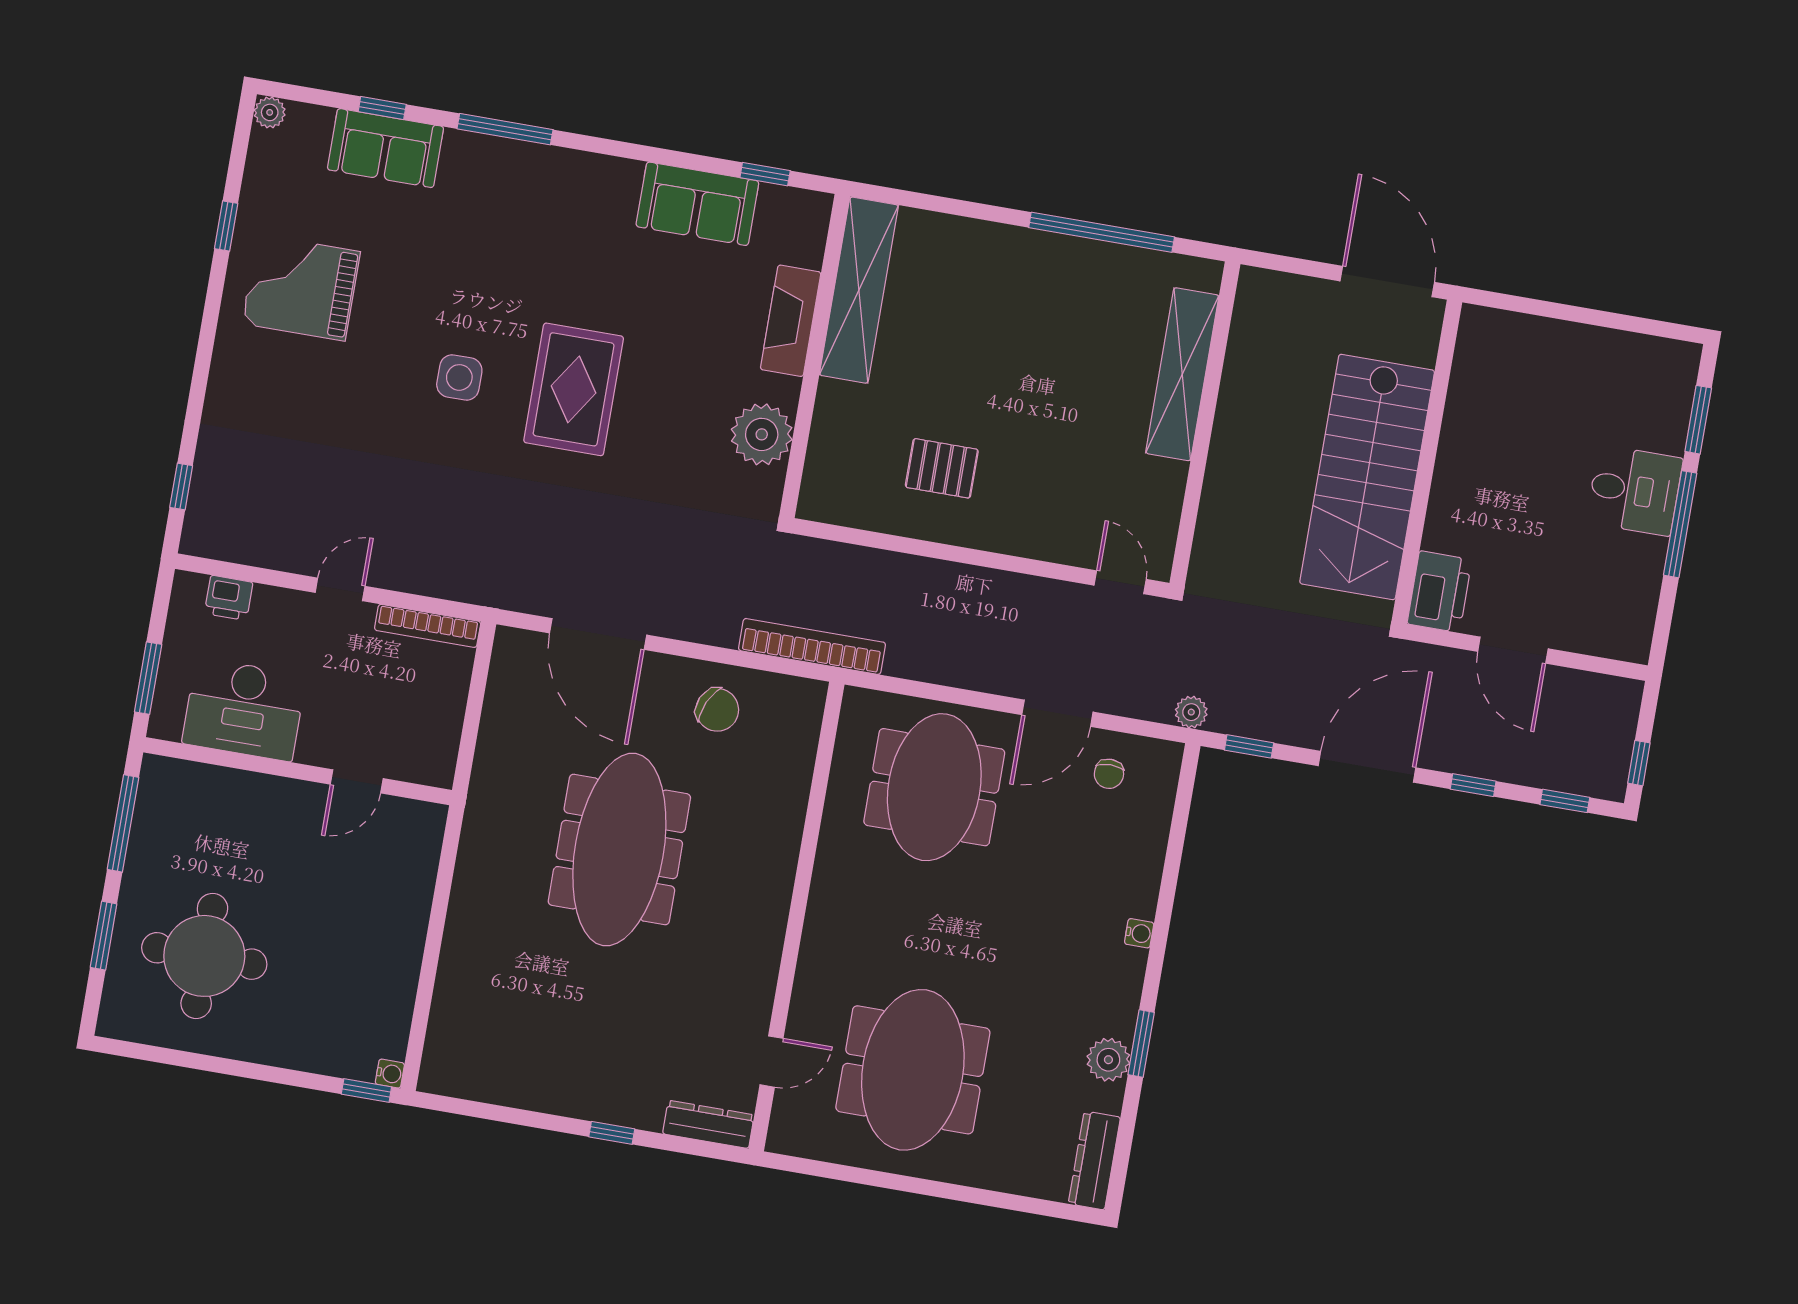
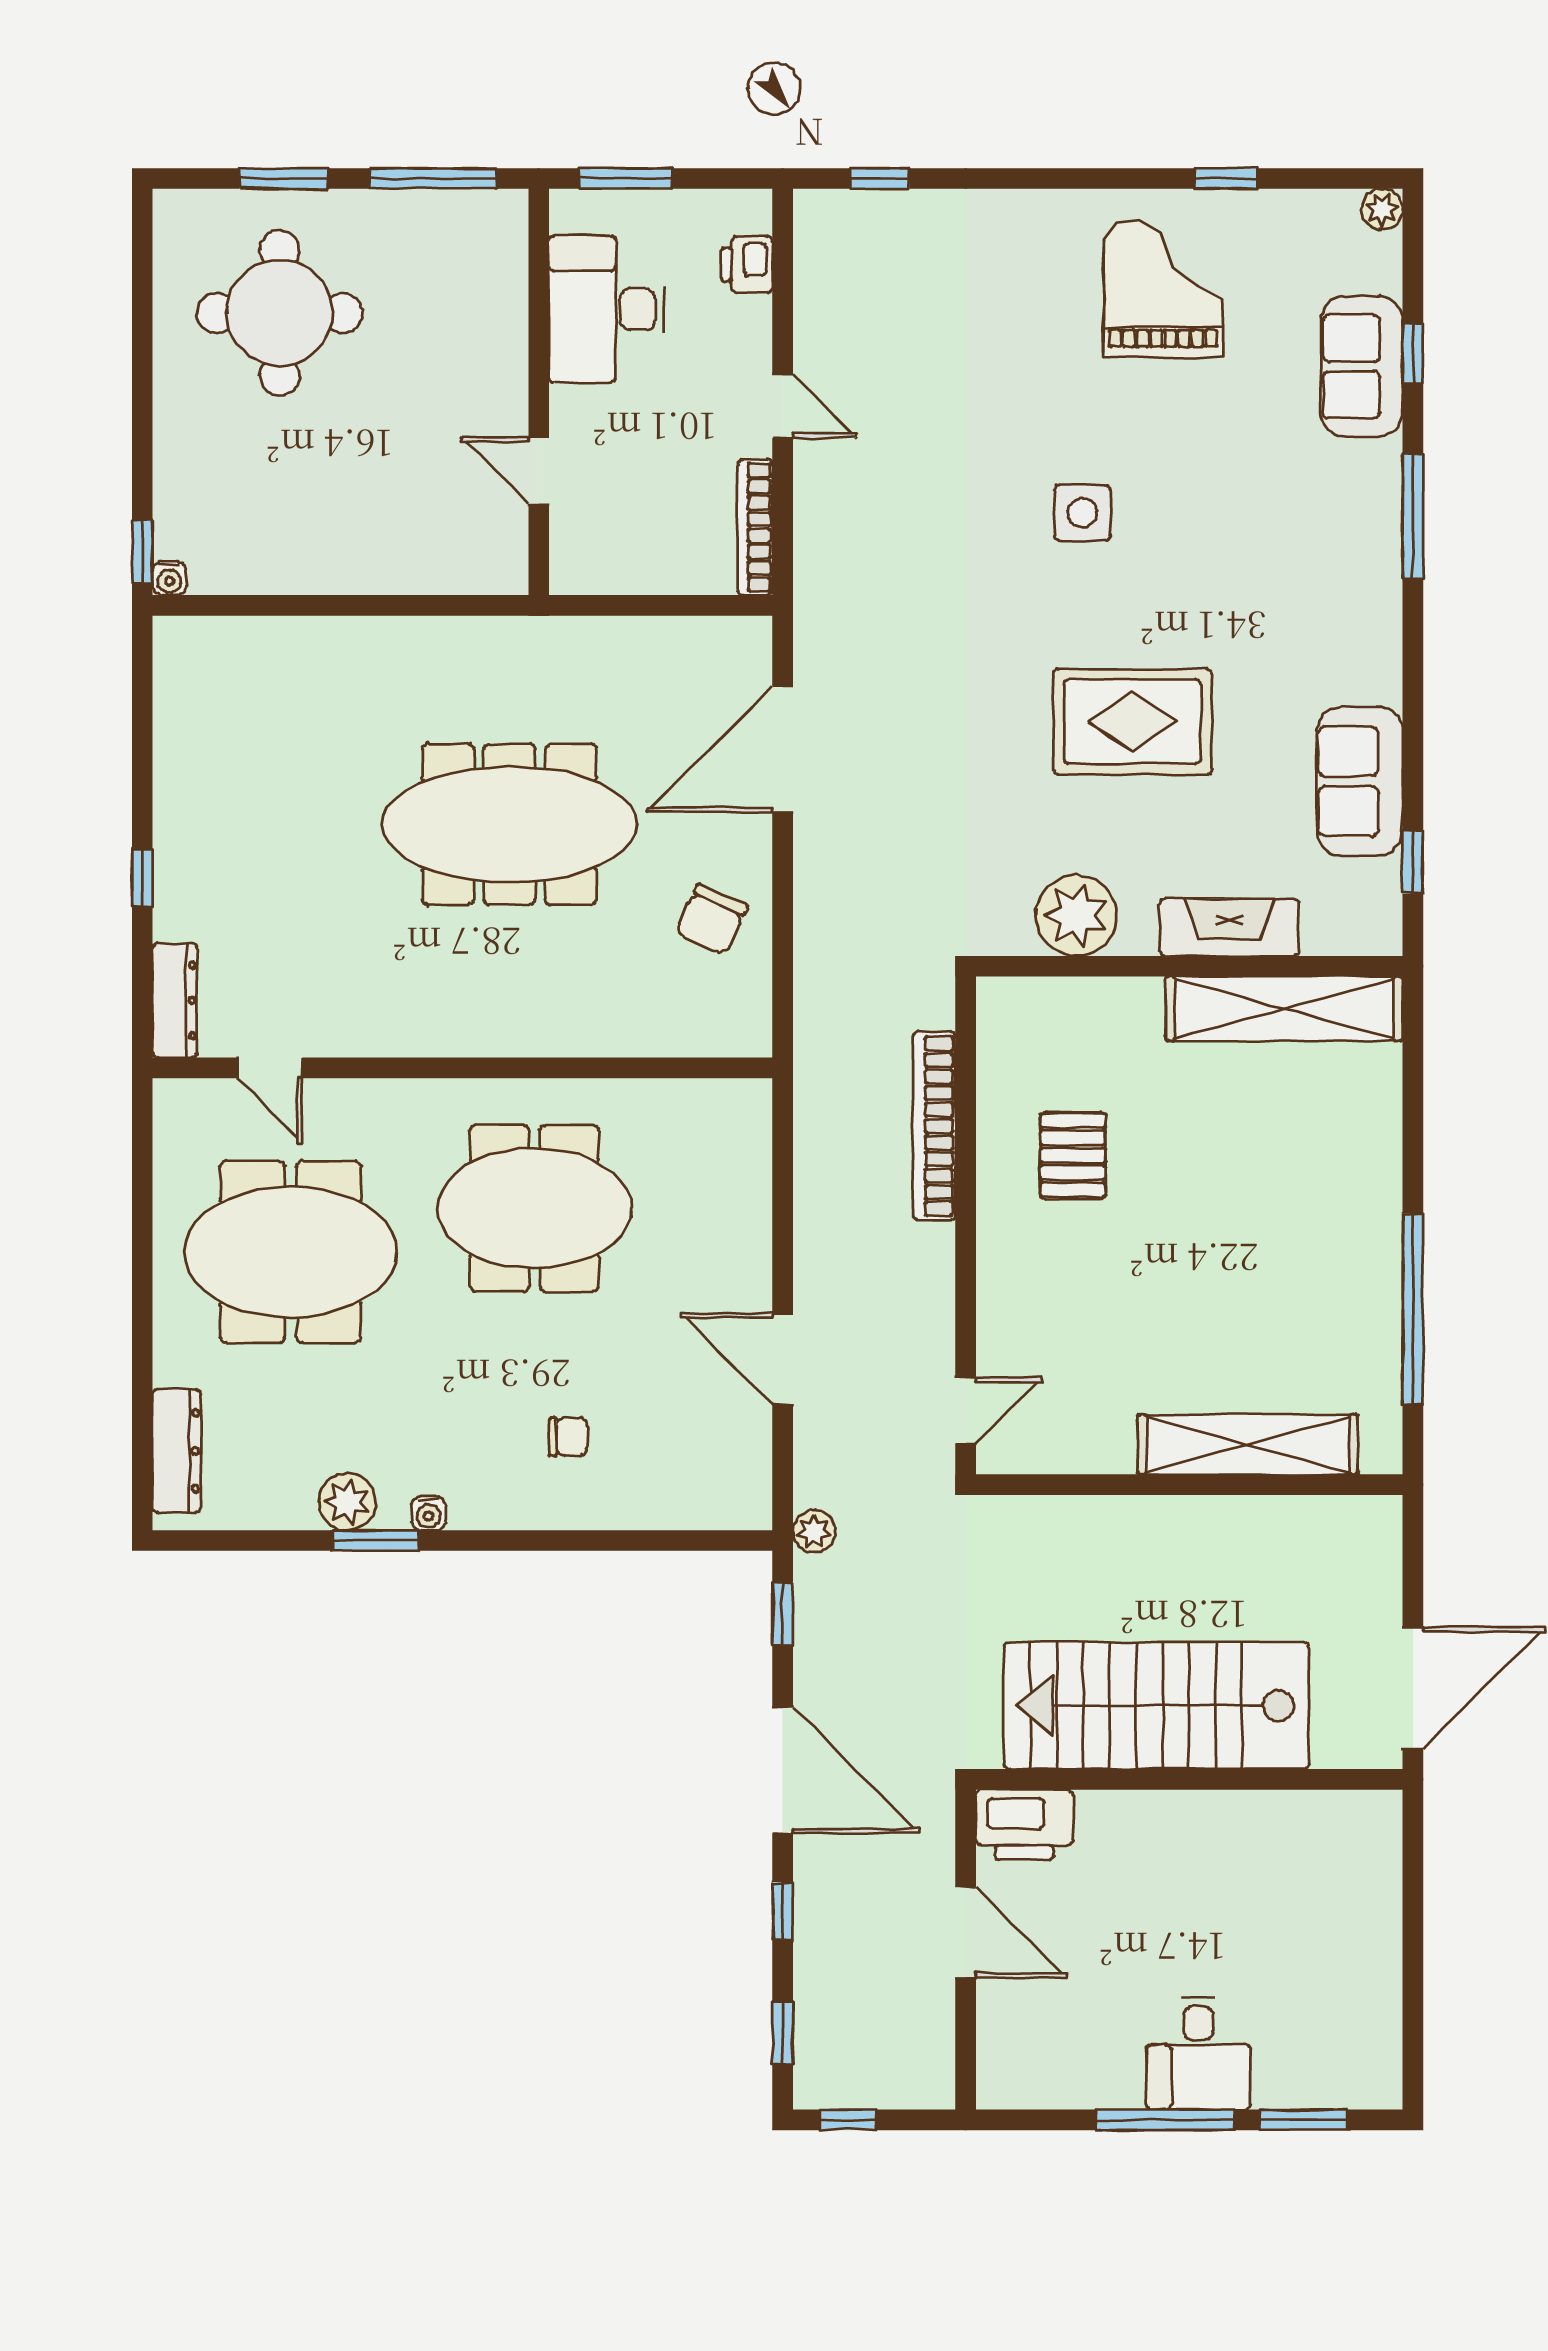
rug: (574, 389) -> (1132, 722), moved
bookcase: (812, 646) -> (934, 1126), moved, turned 180
door: (1513, 650) -> (966, 1932), swing flipped
chair: (1109, 774) -> (568, 1437), moved, turned 180
meeting table: (934, 787) -> (534, 1208), moved
water cooler: (1139, 933) -> (429, 1513), moved
dresser: (1094, 1160) -> (177, 1451), moved, turned 90

